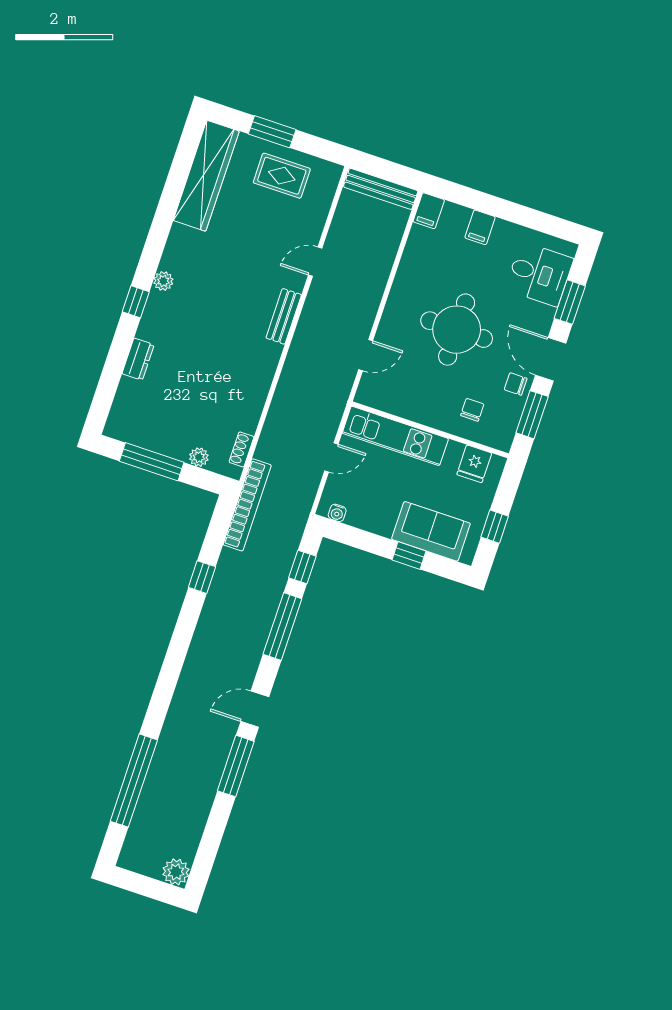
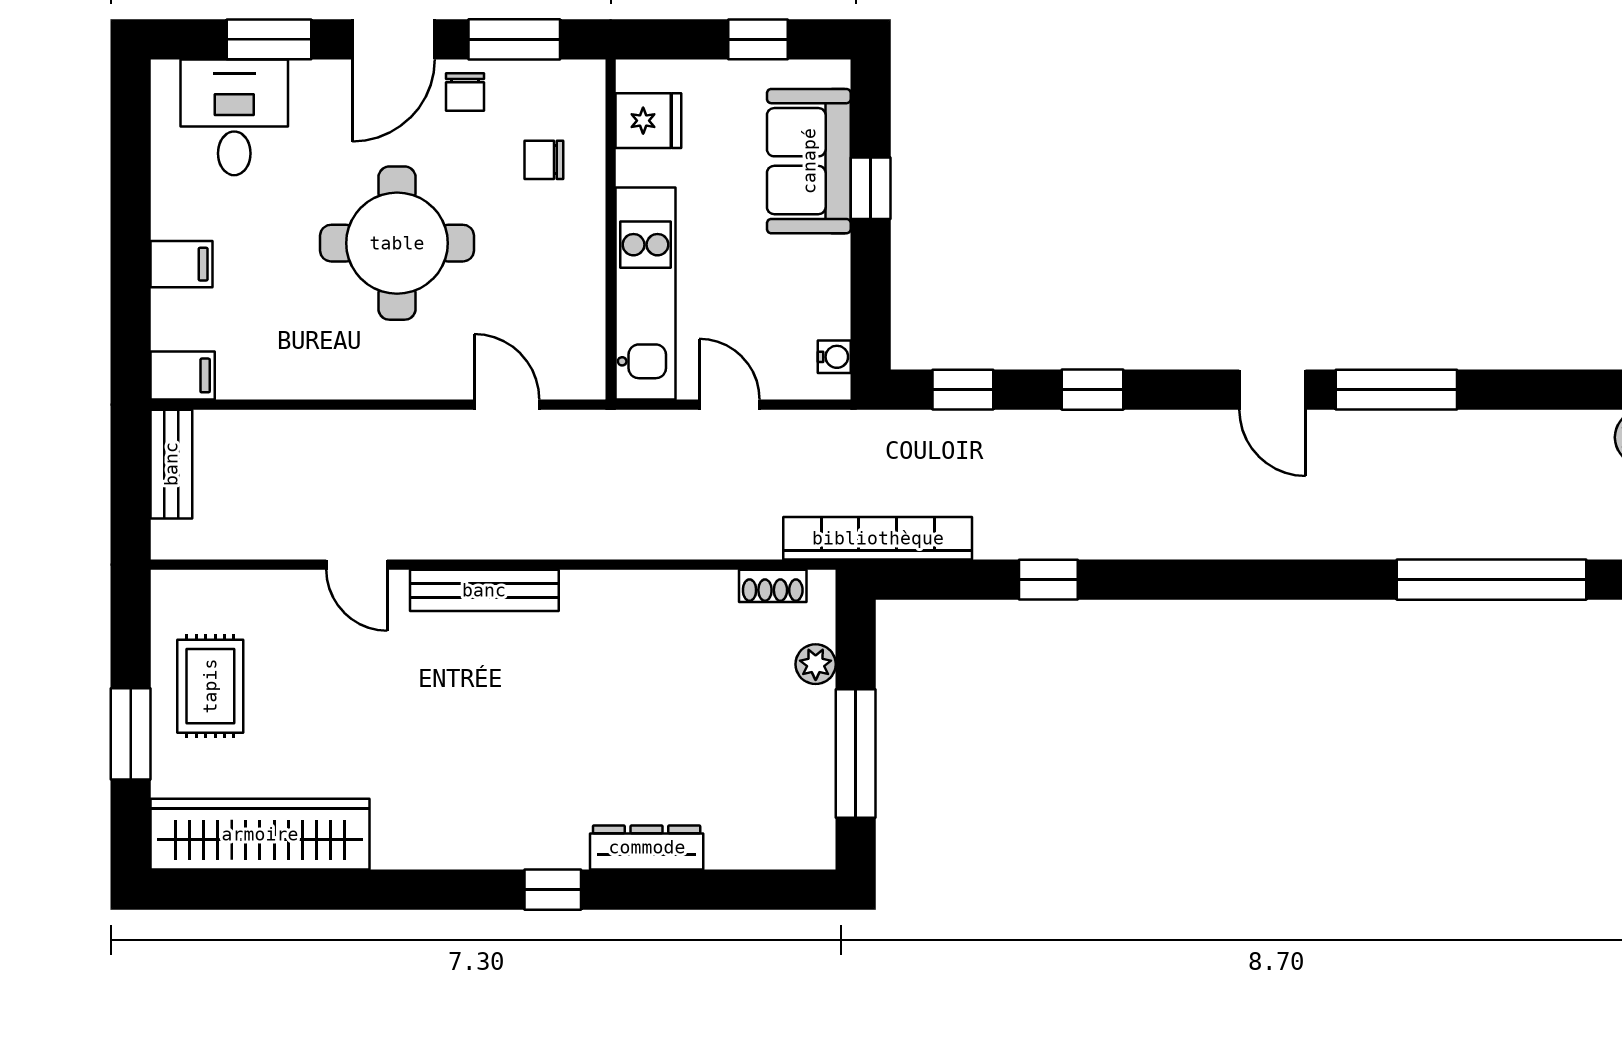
bench: (381, 189) -> (171, 464), width x0.73
plant: (163, 281) -> (494, 849), removed
bench: (284, 316) -> (484, 590), width x1.36
dresser: (138, 359) -> (647, 847), width x1.44
window: (282, 627) -> (1093, 390), width x0.46

